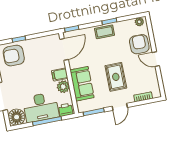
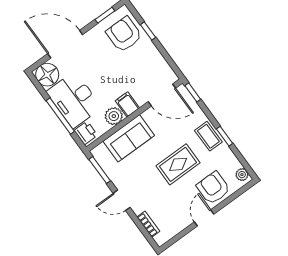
armchair: (139, 44) -> (213, 188), turned -90
rug: (116, 77) -> (178, 164), moved

